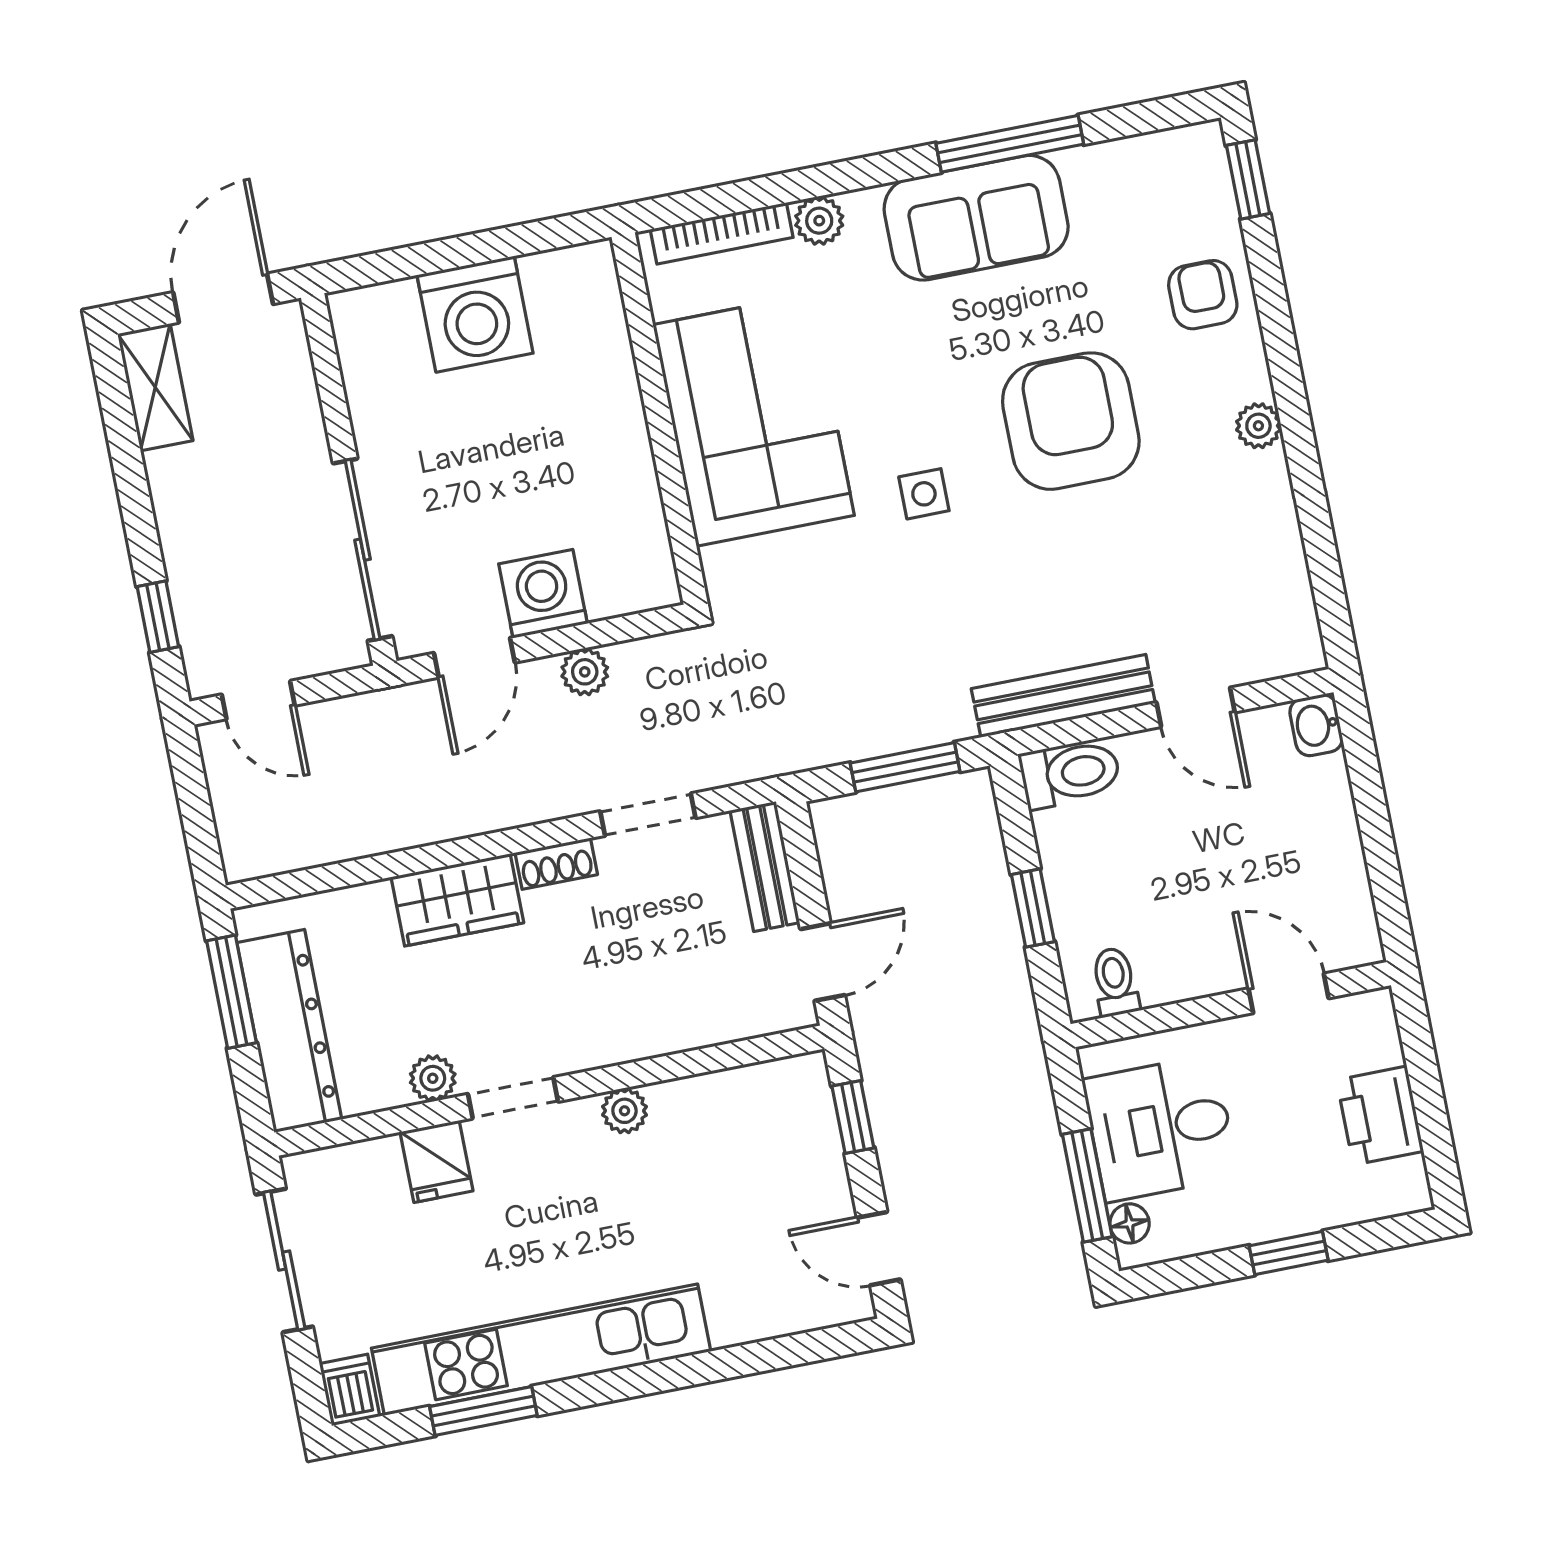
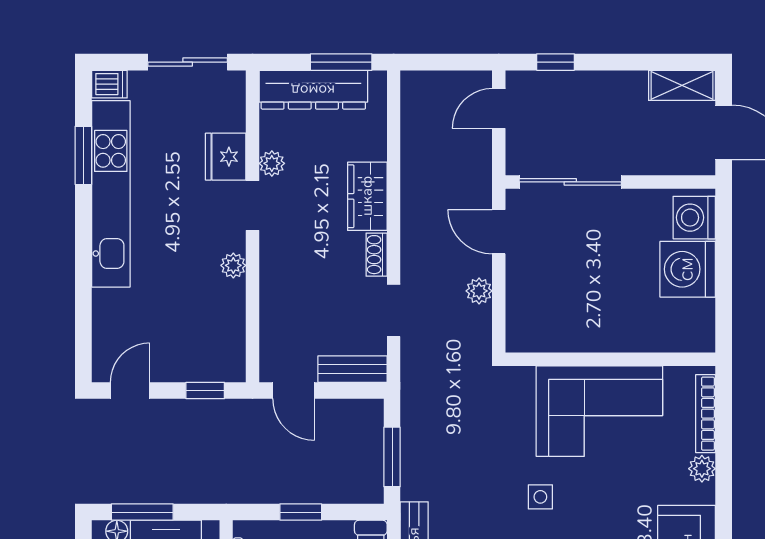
washing machine: (543, 594) -> (694, 218), moved, turned 180
fridge: (437, 1161) -> (226, 157), width x1.38

